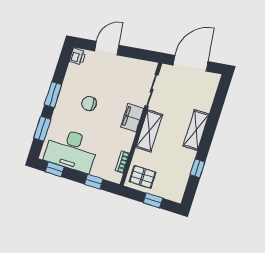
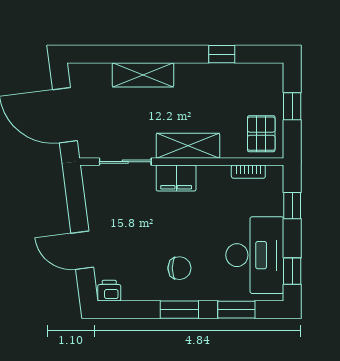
chair: (89, 104) -> (179, 268), moved, turned -90
shelving: (196, 130) -> (143, 75), moved

